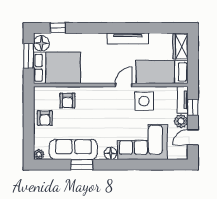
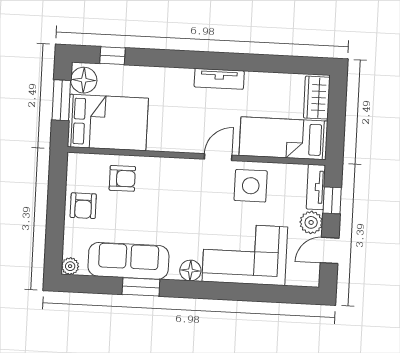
tv unit: (128, 38) -> (219, 79), width x0.71
armchair: (67, 101) -> (122, 178), turned -90

